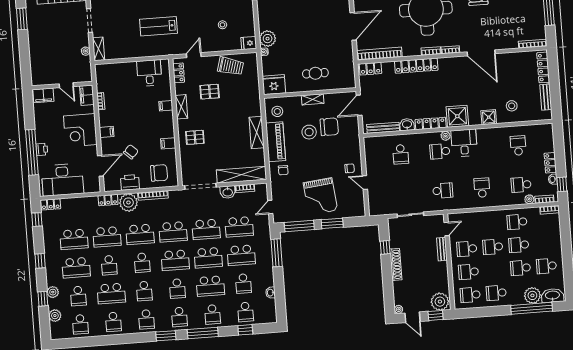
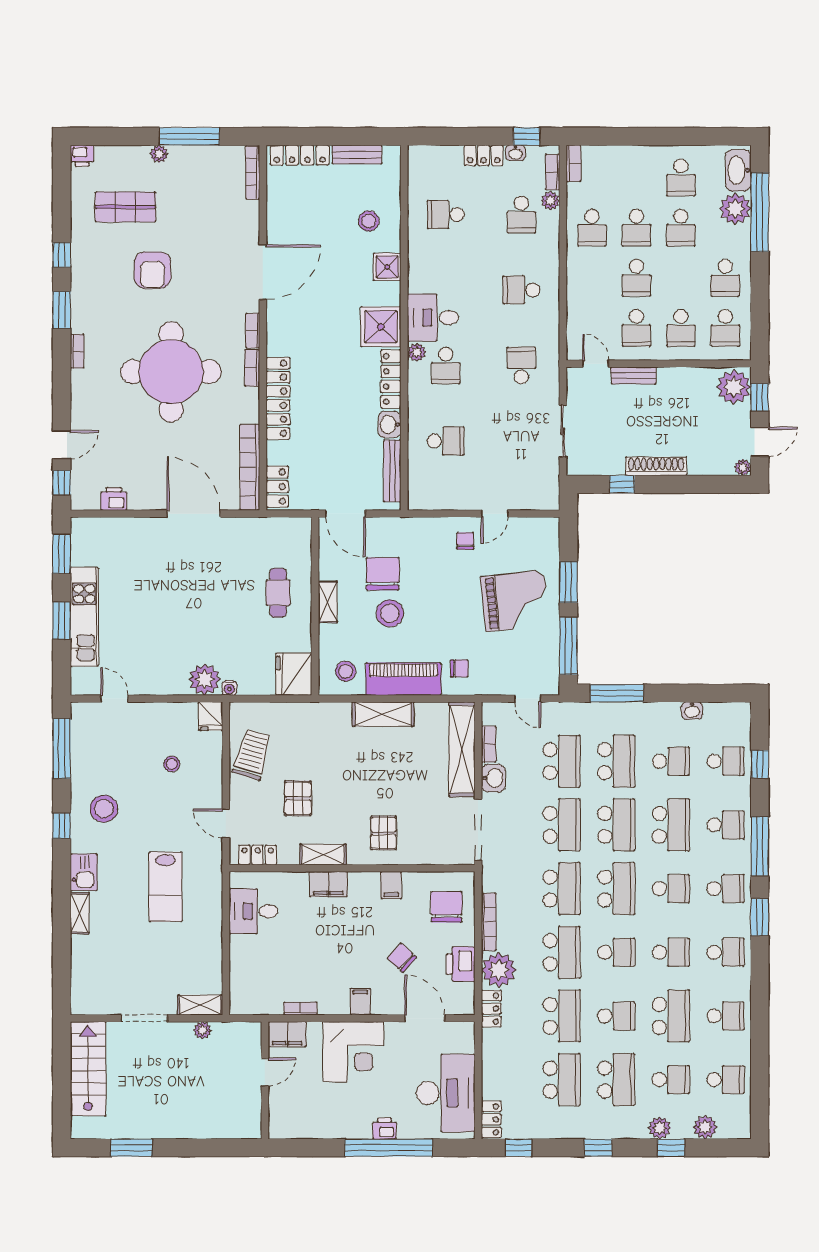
filing cabinet: (43, 95) -> (281, 1118), removed
filing cabinet: (166, 106) -> (328, 884), width x2.00

